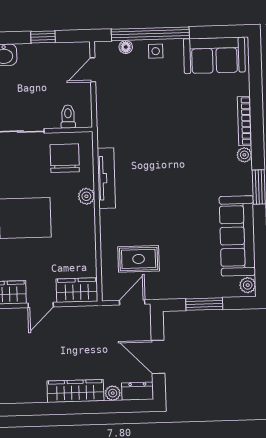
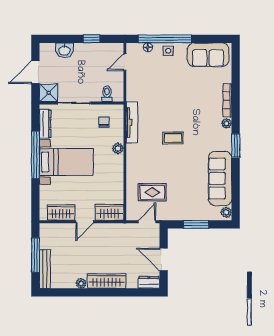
chair: (65, 158) -> (104, 122), width x0.54, depth x0.54
tv unit: (106, 178) -> (132, 123), moved
coffee table: (166, 178) -> (173, 138), added
plant: (113, 393) -> (81, 283), moved

